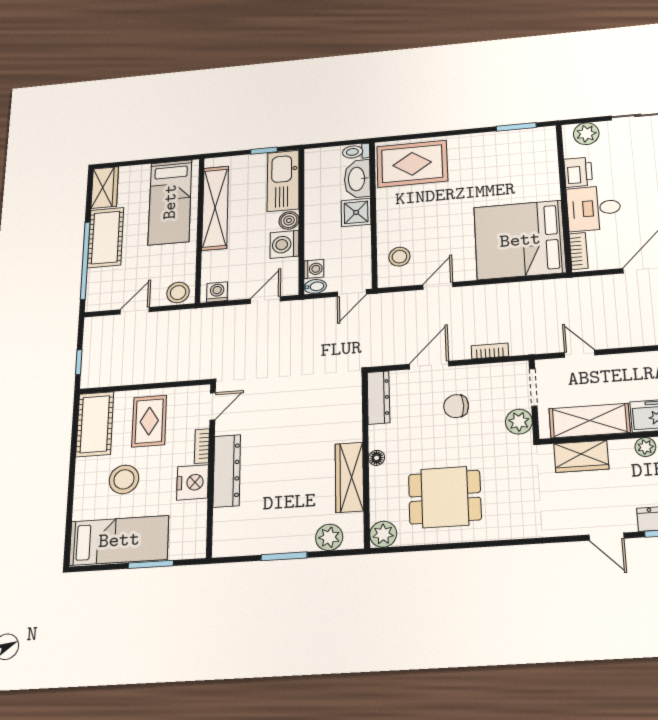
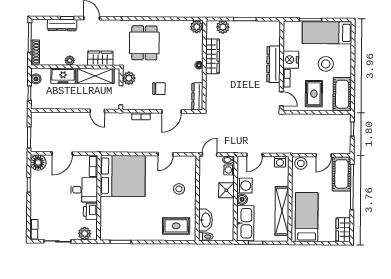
rug: (412, 164) -> (176, 226), width x0.73, depth x0.70
shower: (356, 212) -> (226, 190), moved
cot: (106, 238) -> (342, 174), moved
stool: (399, 257) -> (179, 189), moved
door: (213, 406) -> (281, 99), swing flipped
dining table: (445, 497) -> (144, 43), moved, turned 90

